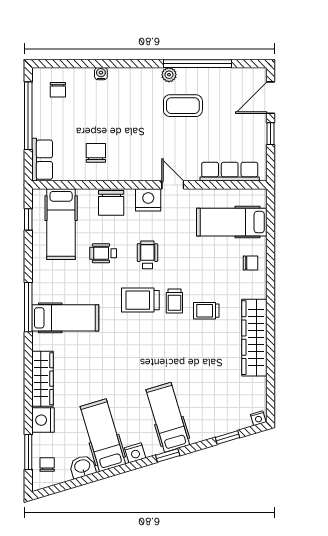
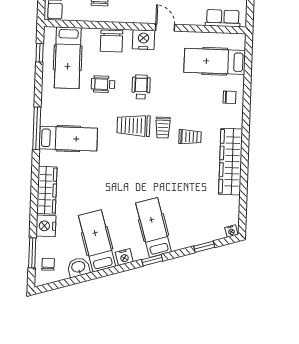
row of seats: (230, 172) -> (223, 18), width x0.68
trolley: (206, 311) -> (190, 137), turned 180

